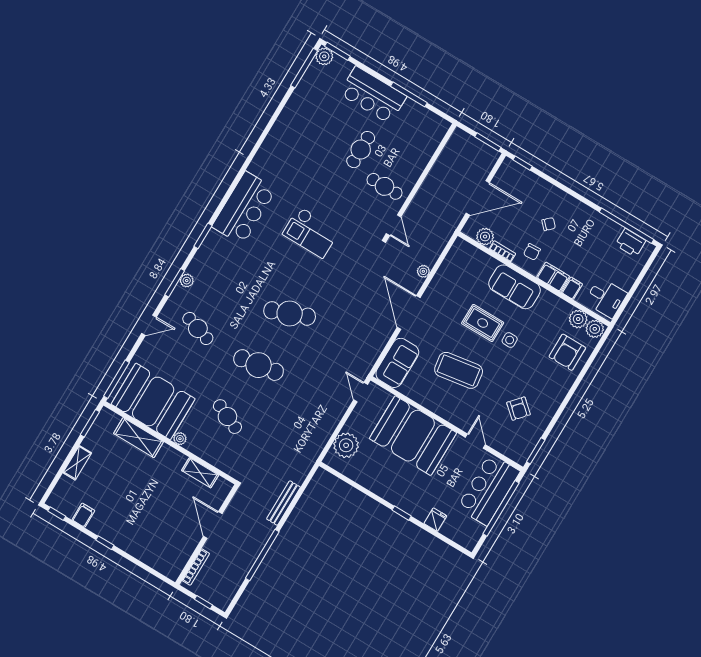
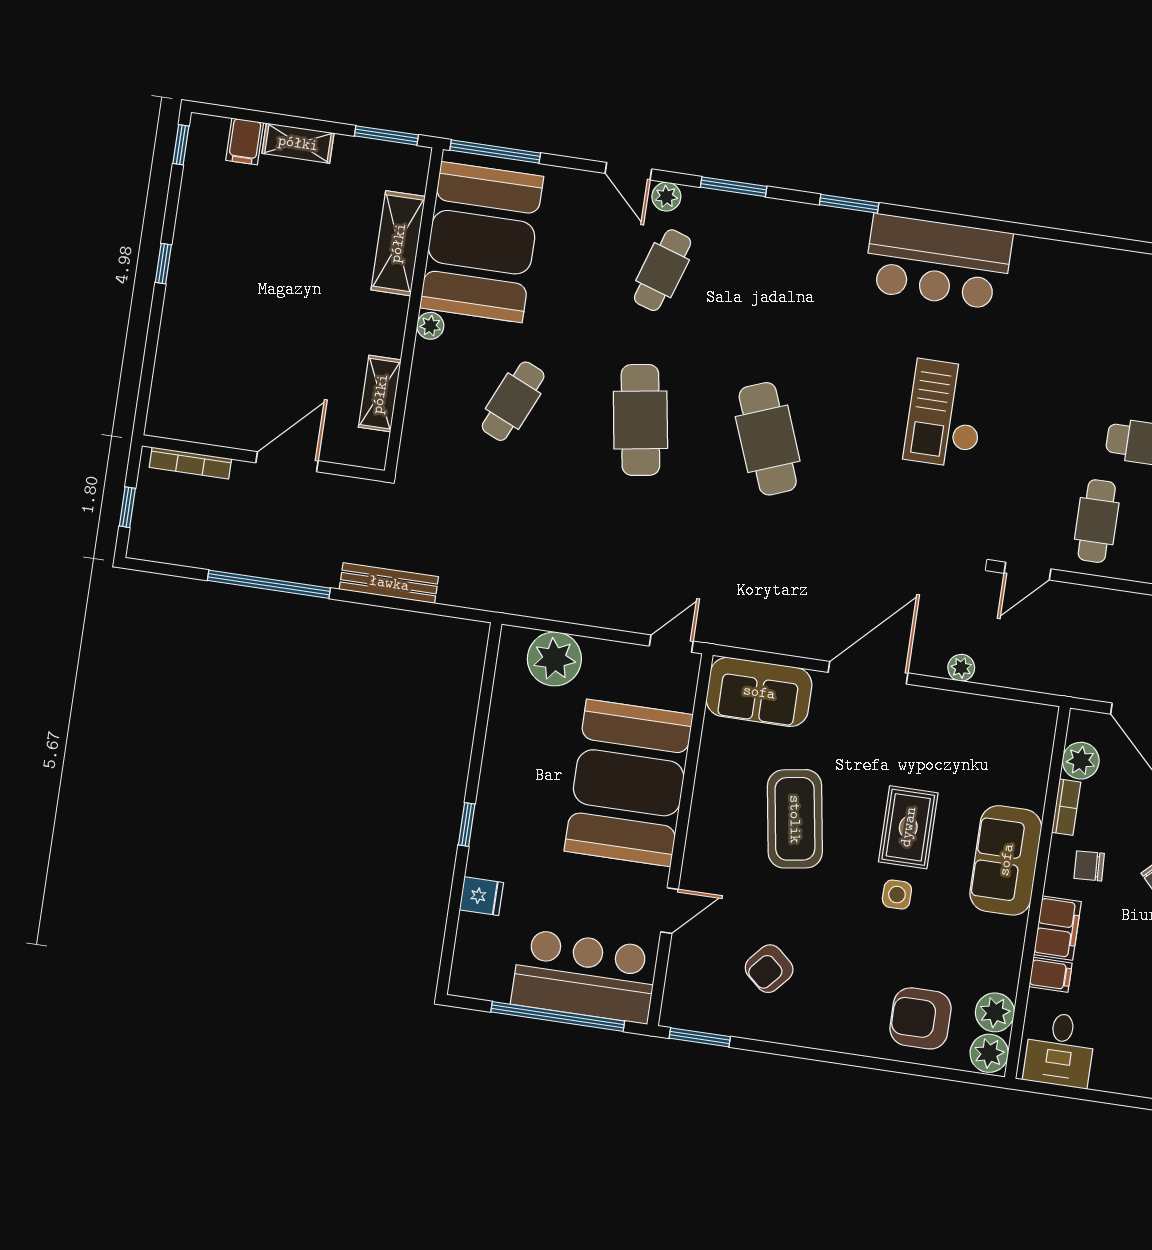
plant: (187, 281) -> (666, 197), moved
filing cabinet: (83, 515) -> (245, 141), moved, turned 90

